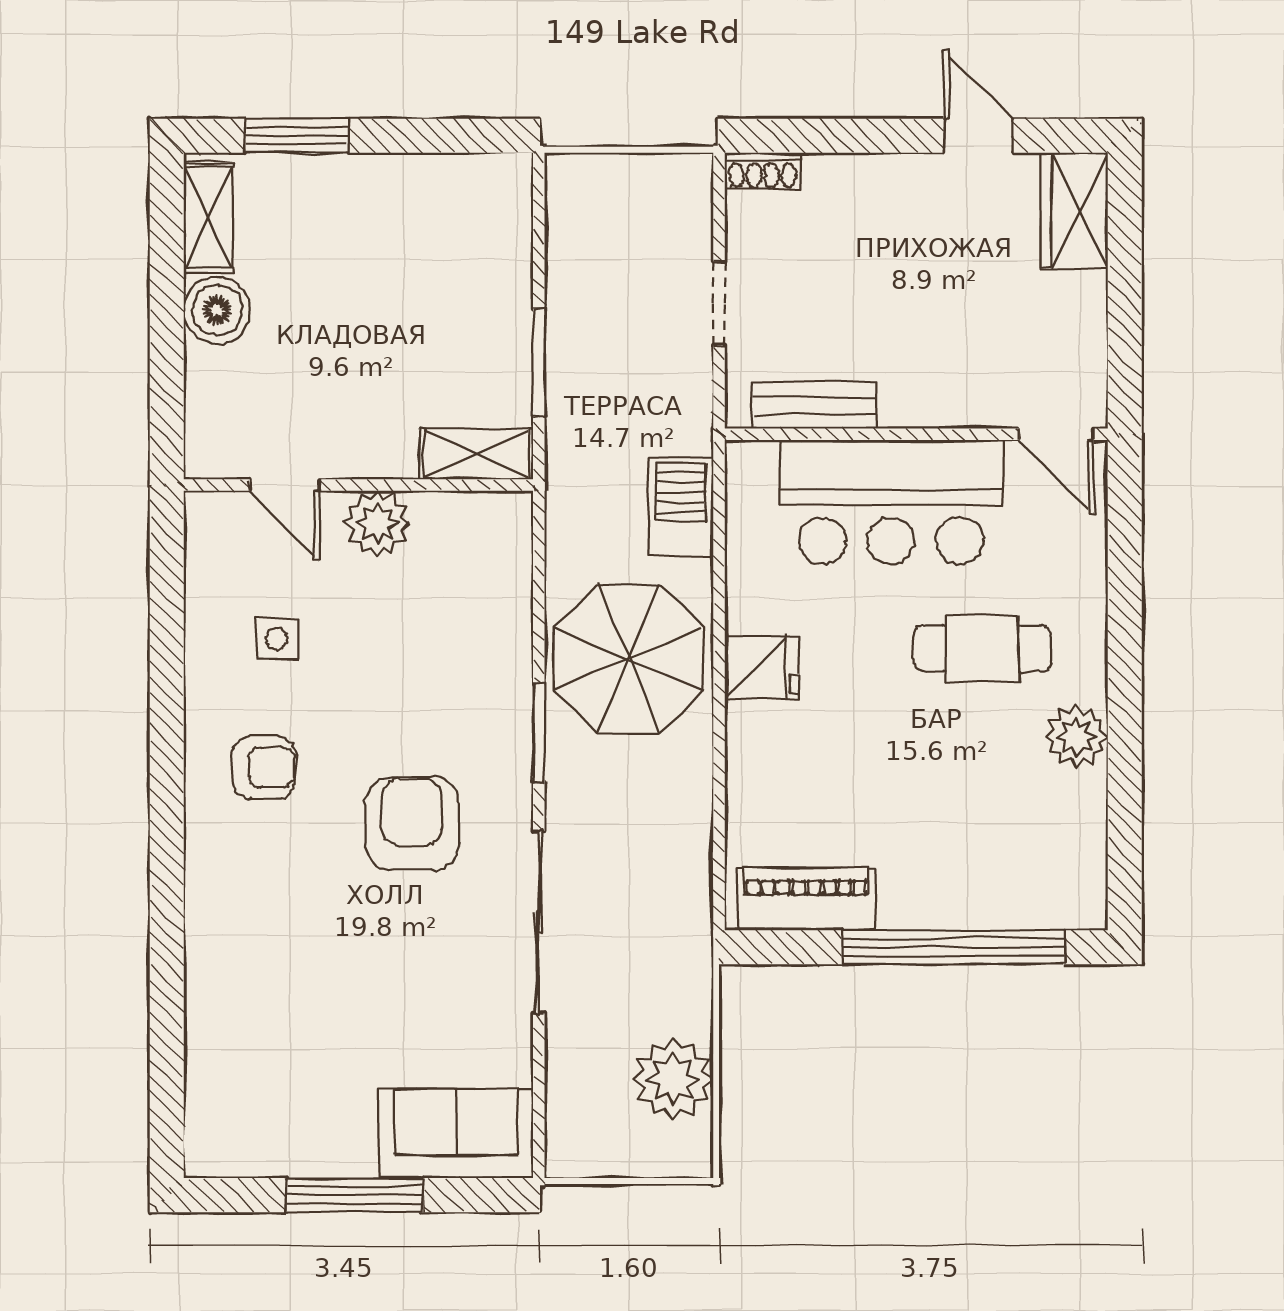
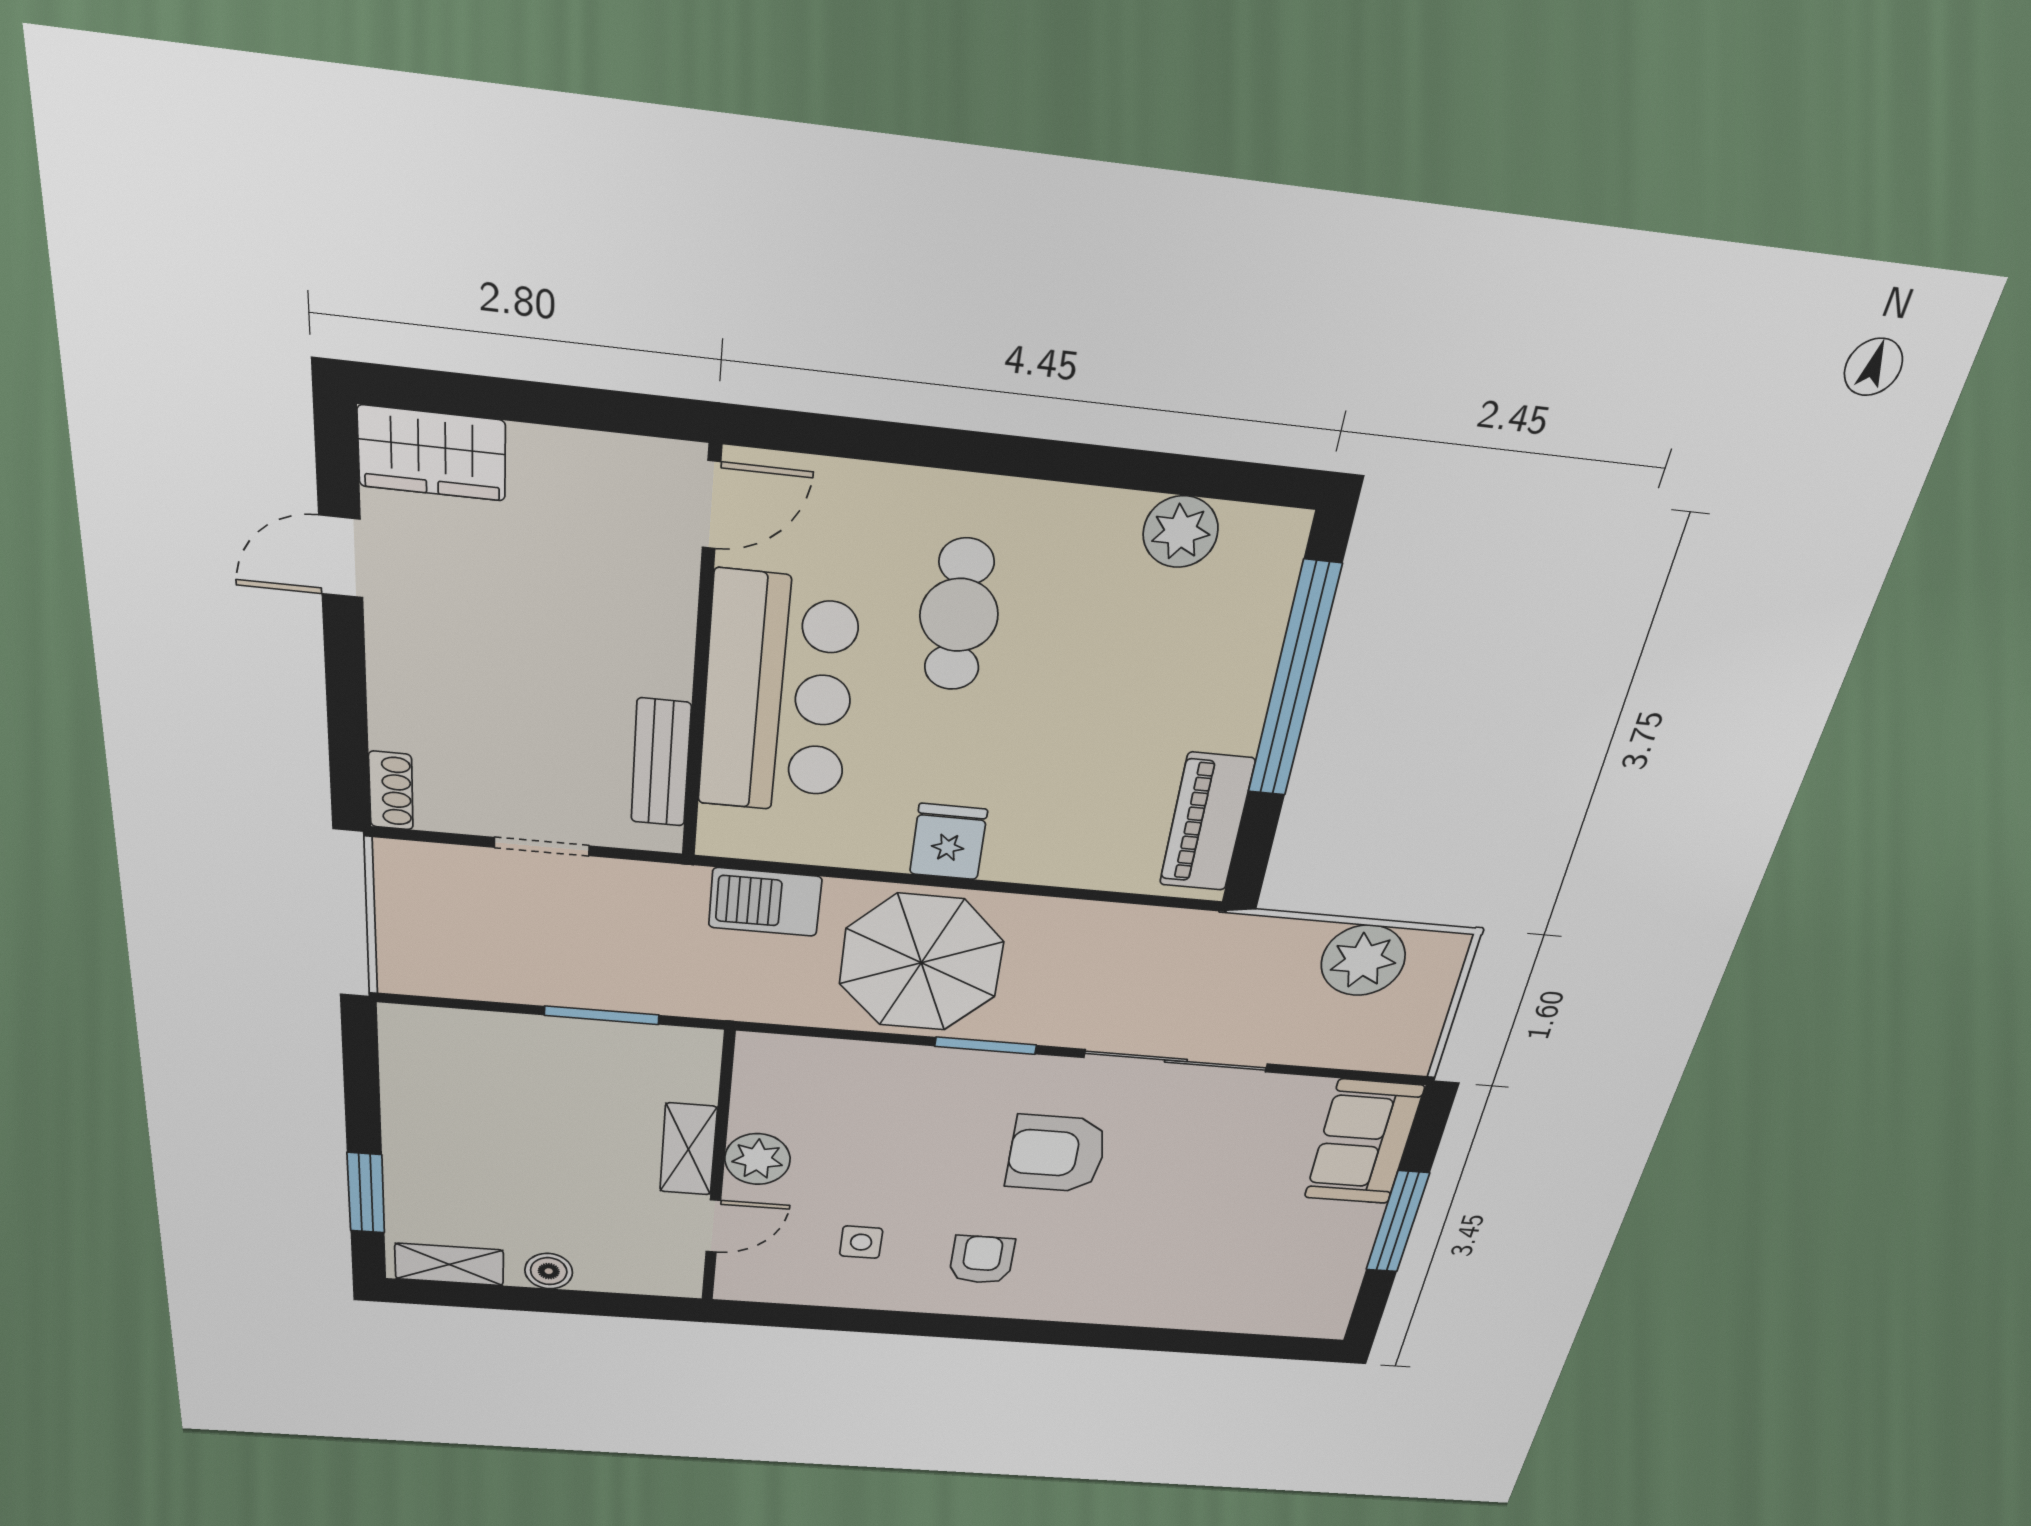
boiler: (217, 310) -> (549, 1271), width x0.73, depth x0.73
shelving: (476, 454) -> (688, 1149), moved
plant: (1077, 736) -> (1181, 532), moved

